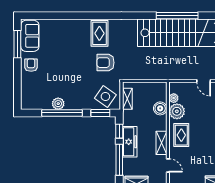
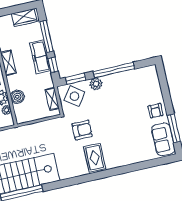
plant: (58, 104) -> (96, 84), moved

